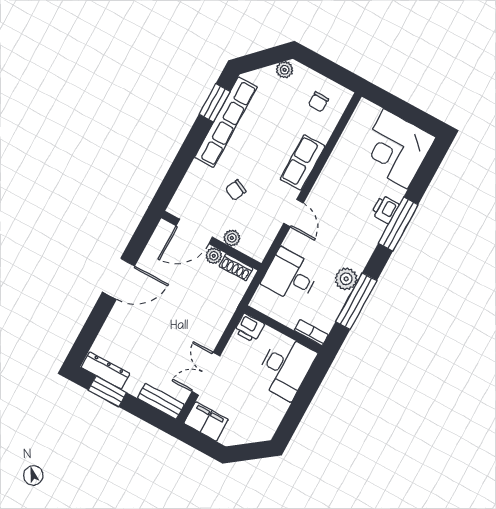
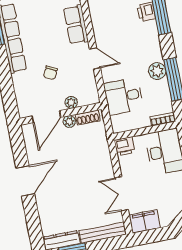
bench: (161, 401) -> (103, 233), width x1.36

